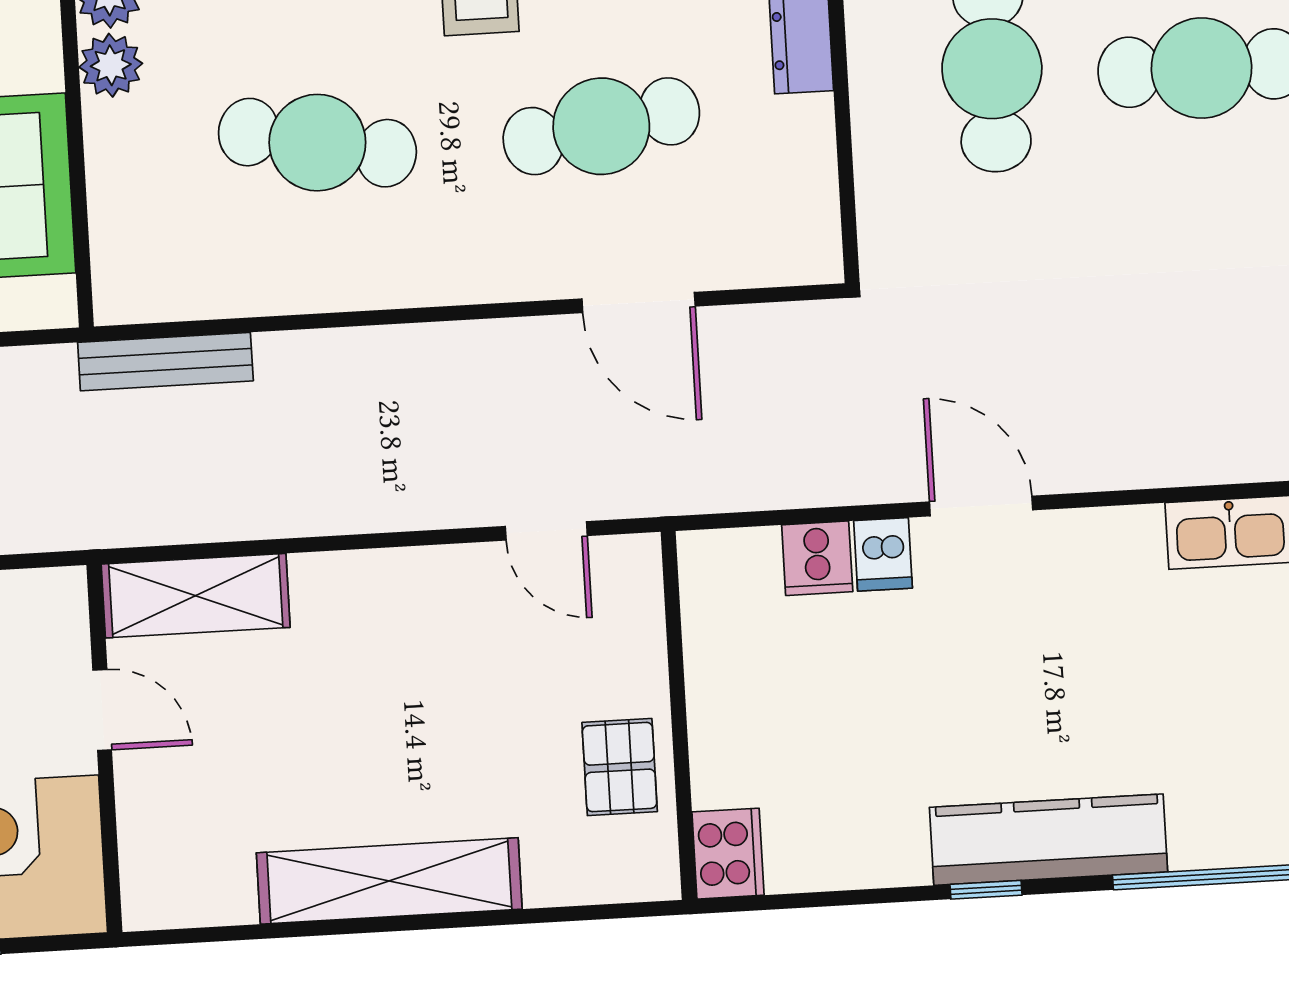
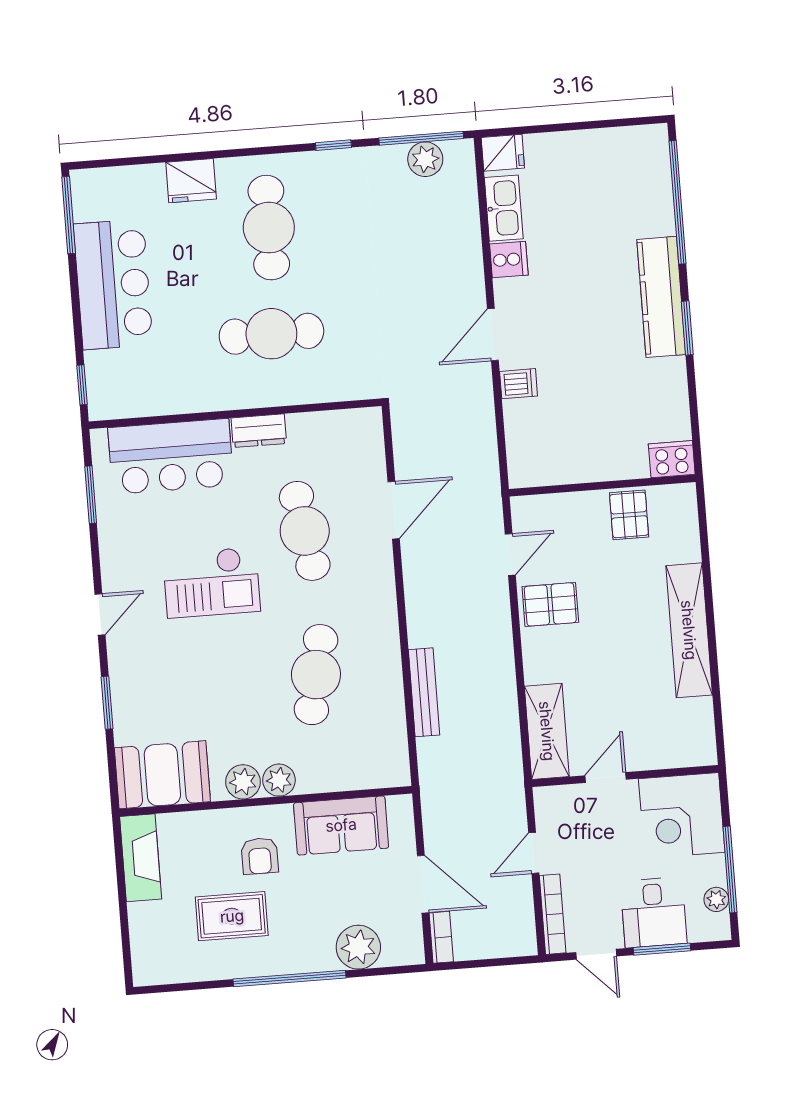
bench: (165, 362) -> (424, 692), moved
cooker: (817, 558) -> (509, 260), moved
pallet: (446, 608) -> (550, 604), added
pallet: (620, 767) -> (629, 515), turned 90
window: (986, 890) -> (687, 328), width x1.50

